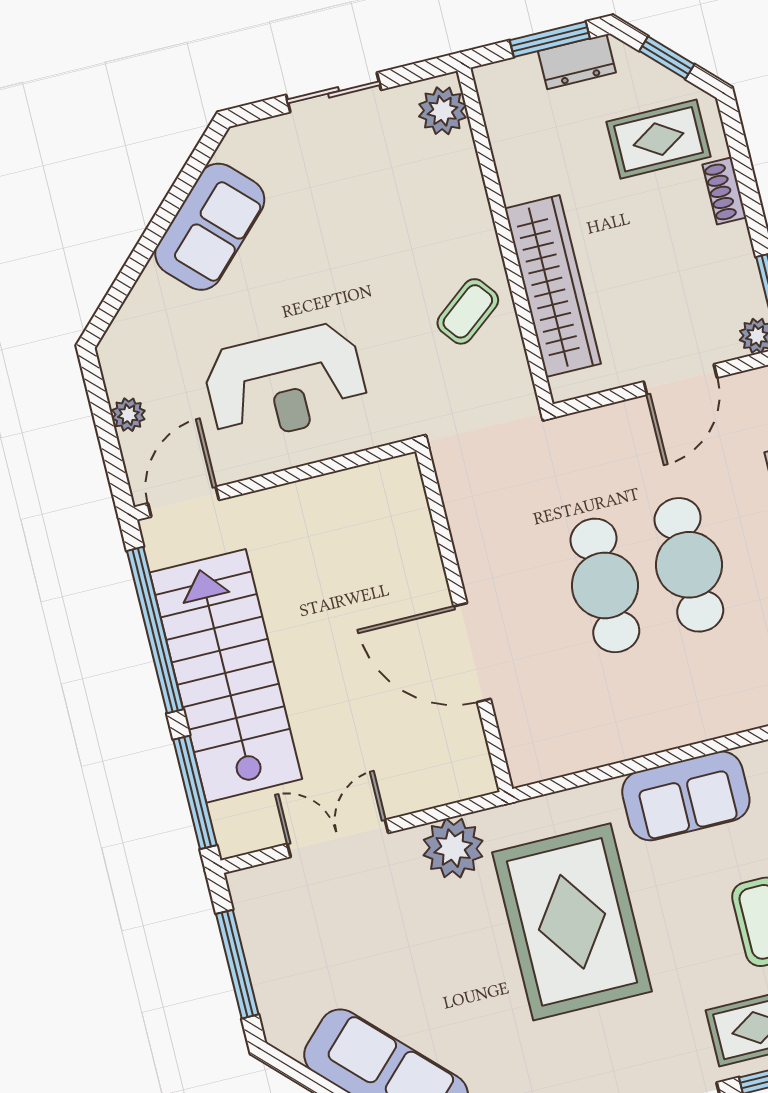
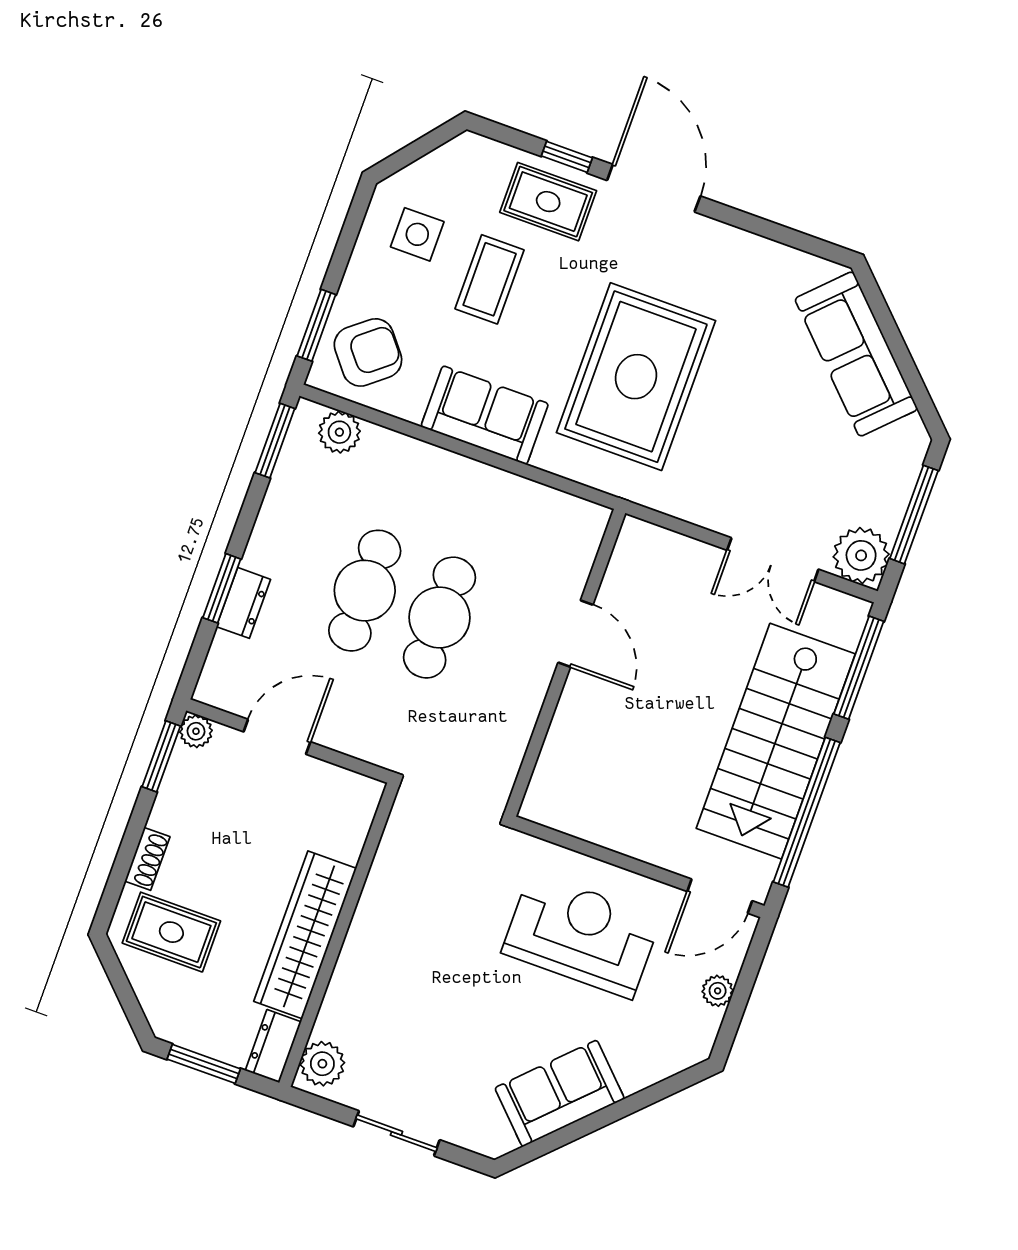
window: (667, 58) -> (124, 990), removed
dresser: (577, 62) -> (273, 1046), moved, turned -90
wardrobe: (553, 286) -> (305, 935), moved
coffee table: (468, 311) -> (405, 897), removed
door: (472, 653) -> (575, 634), width x0.73
plant: (453, 848) -> (861, 555), moved

